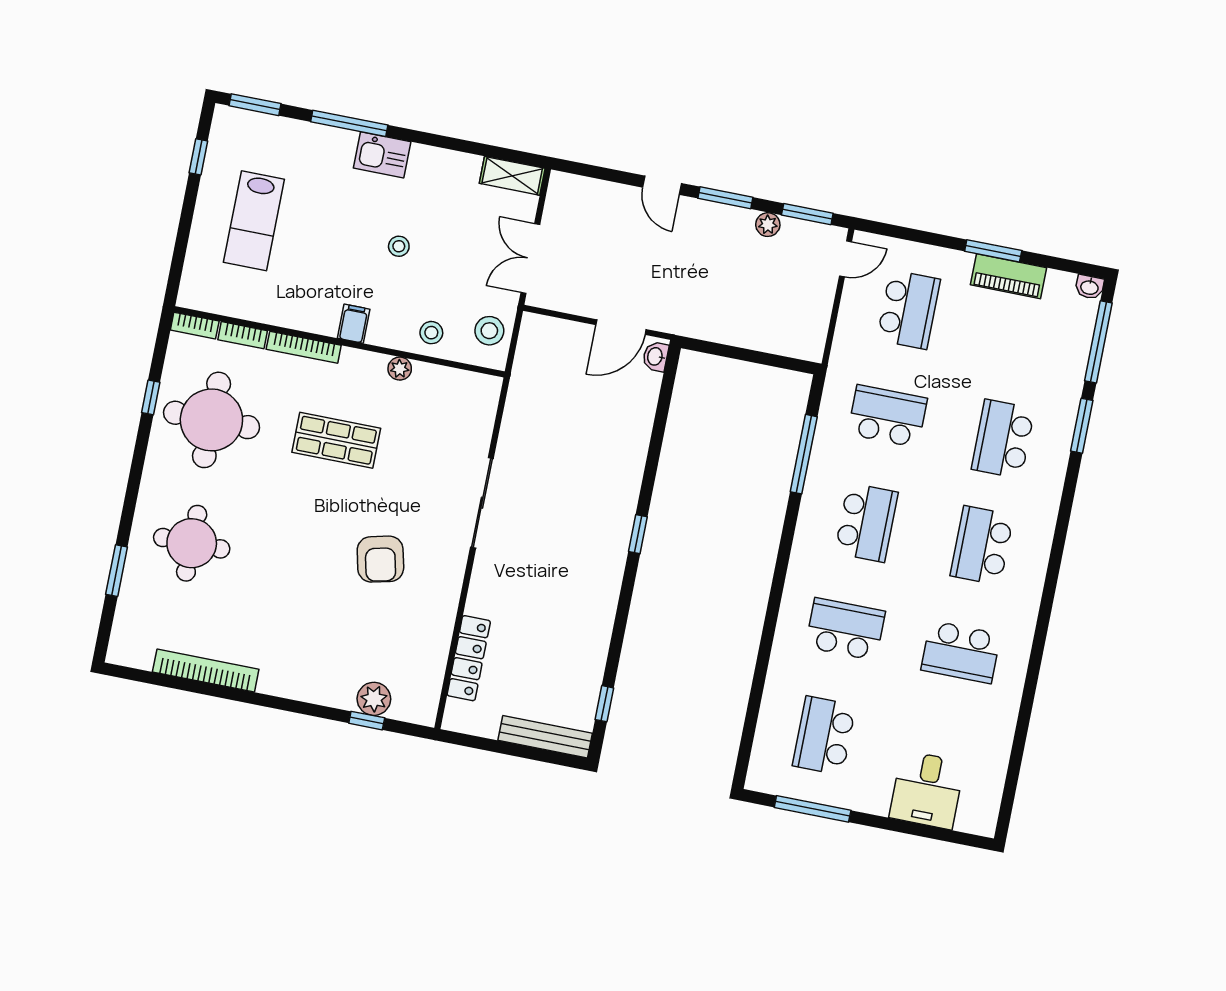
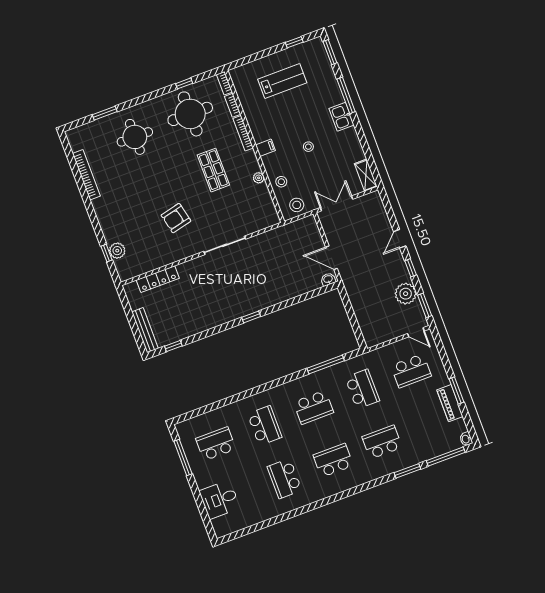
window: (725, 198) -> (411, 268), width x0.67
lab bench: (254, 221) -> (282, 81), turned 180
plant: (768, 225) -> (406, 294), width x1.88, depth x1.88

